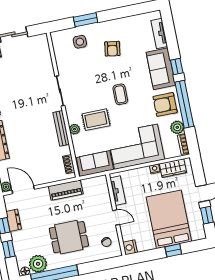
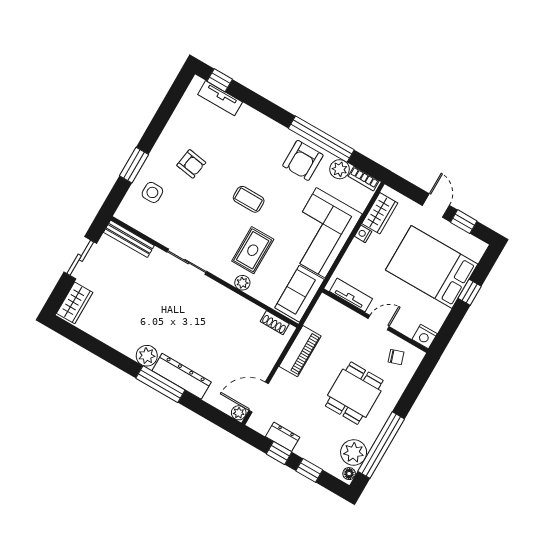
window: (177, 66) -> (220, 80), moved
sofa: (161, 69) -> (260, 131), removed
bench: (61, 128) -> (129, 239), moved

